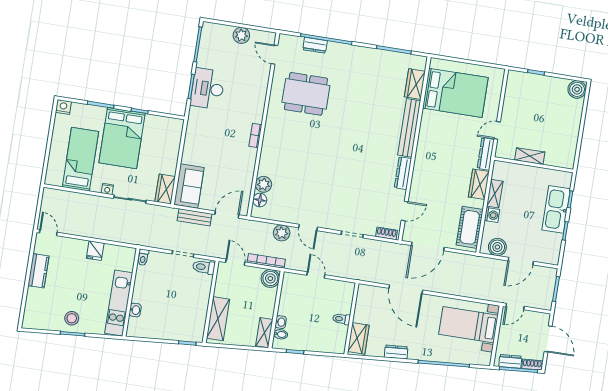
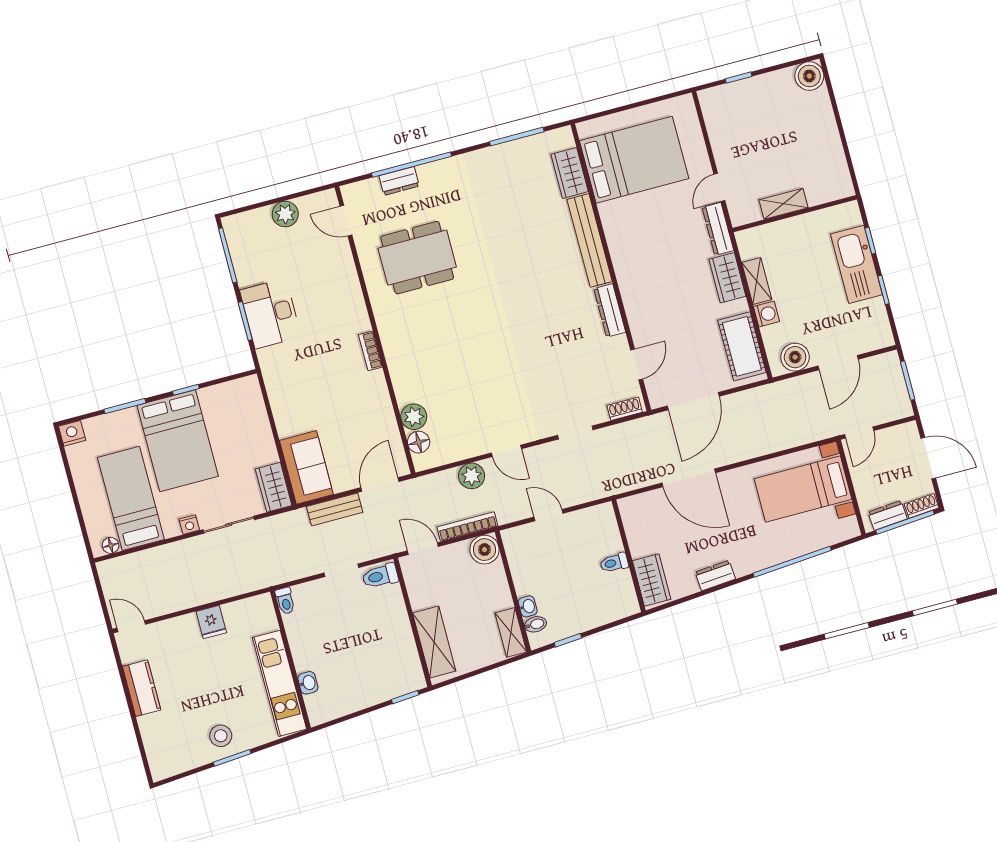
floor lamp: (57, 181) -> (111, 545), added

